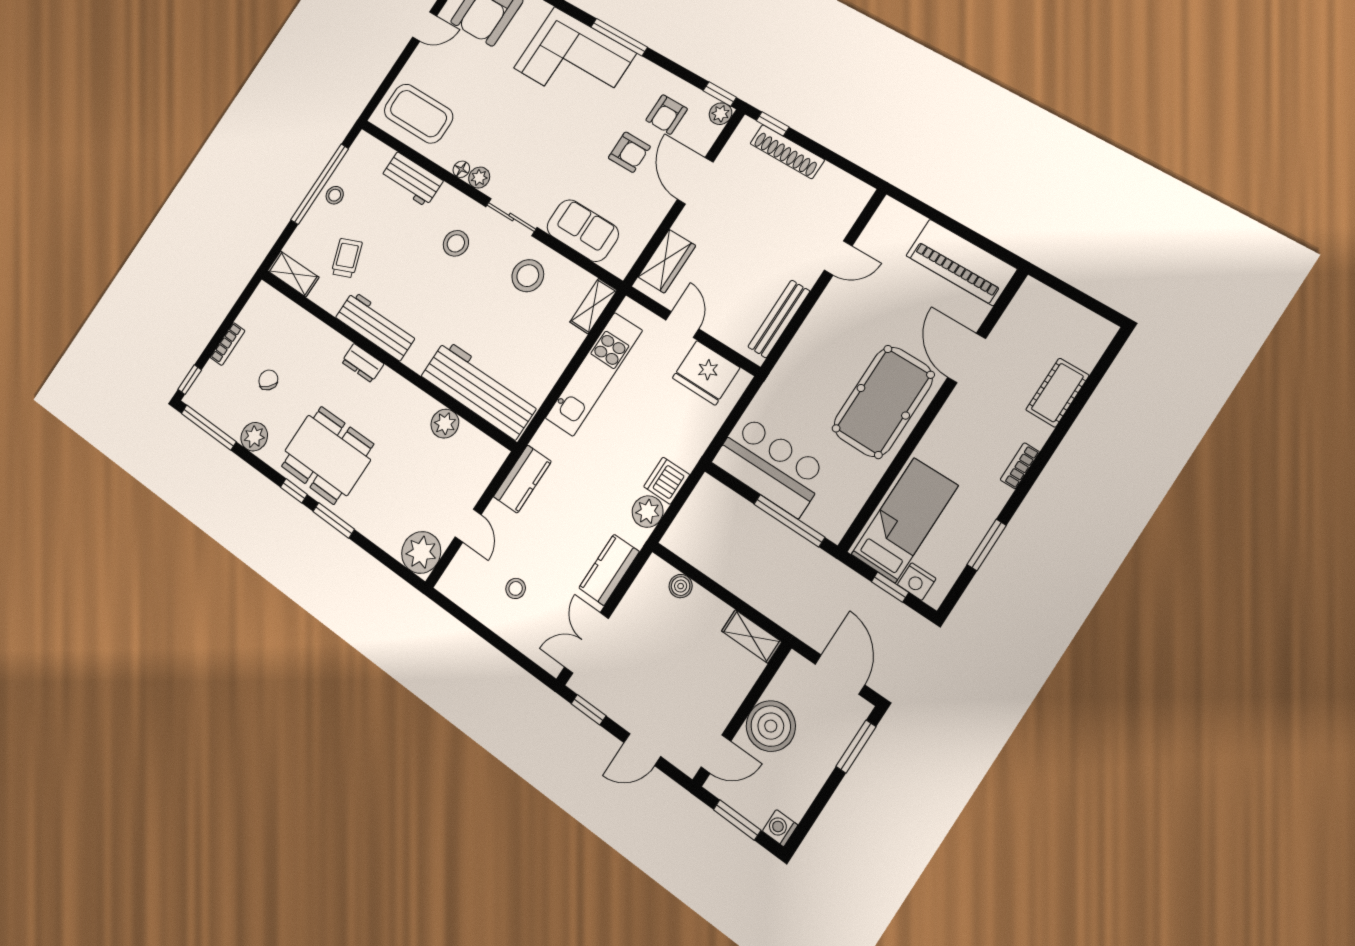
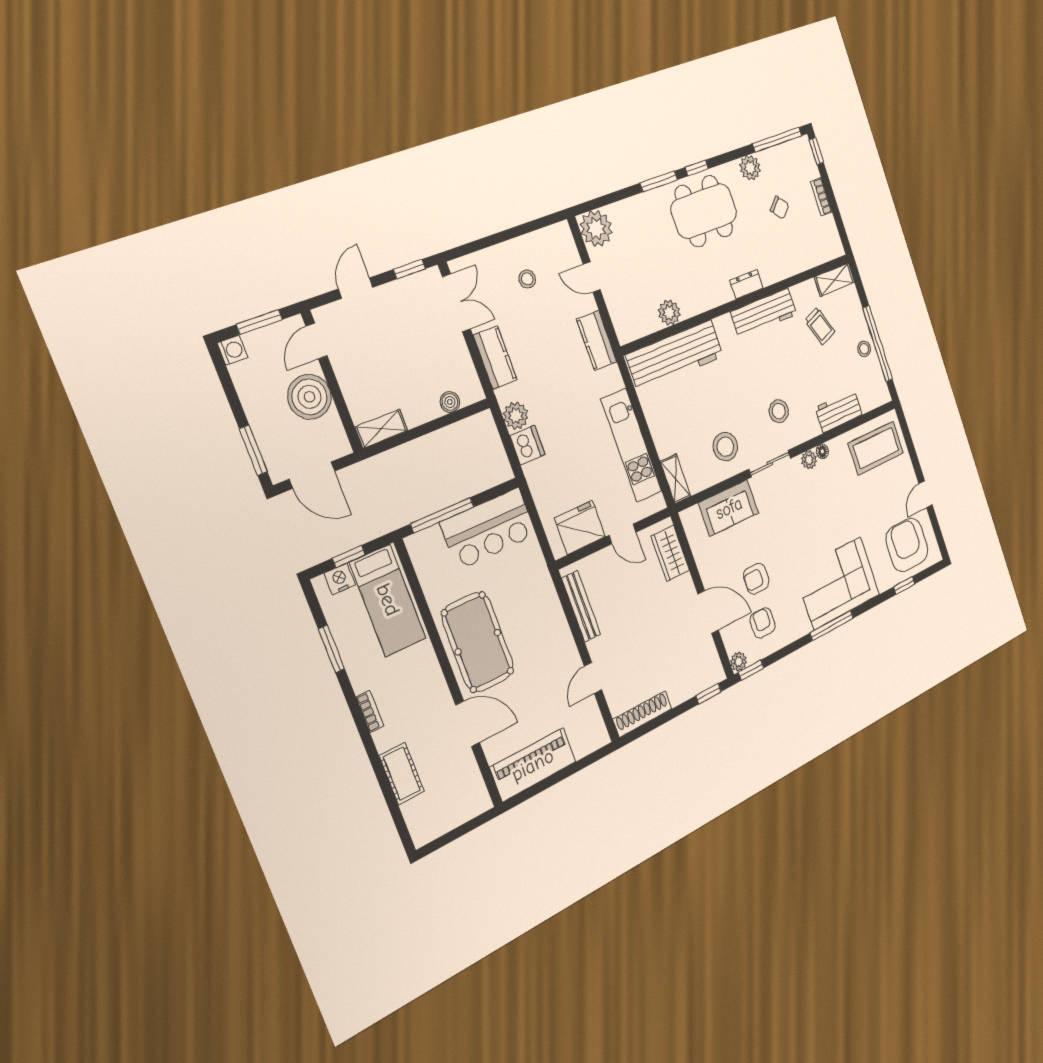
shoe rack: (787, 152) -> (643, 714), moved

